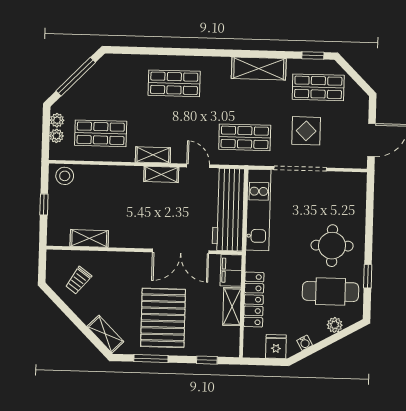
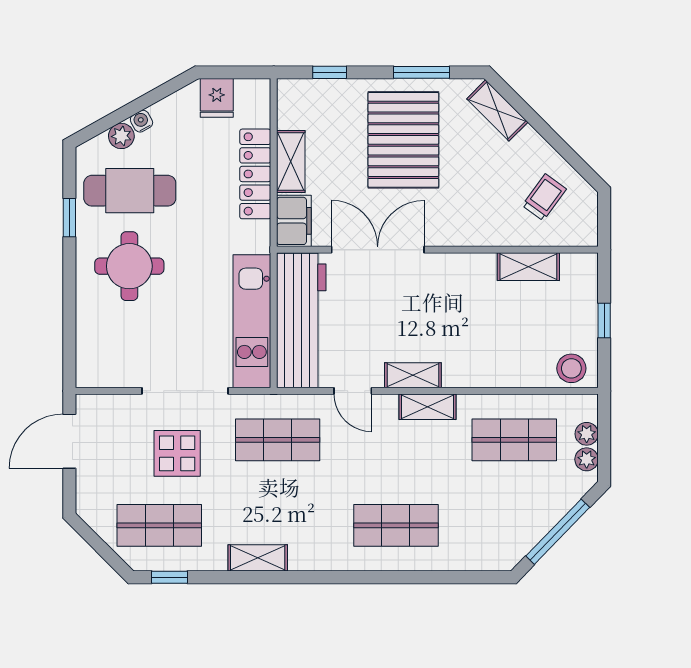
shelving: (259, 69) -> (258, 558), width x0.67, depth x0.75
water cooler: (305, 343) -> (141, 121), moved

